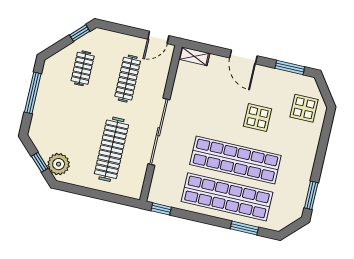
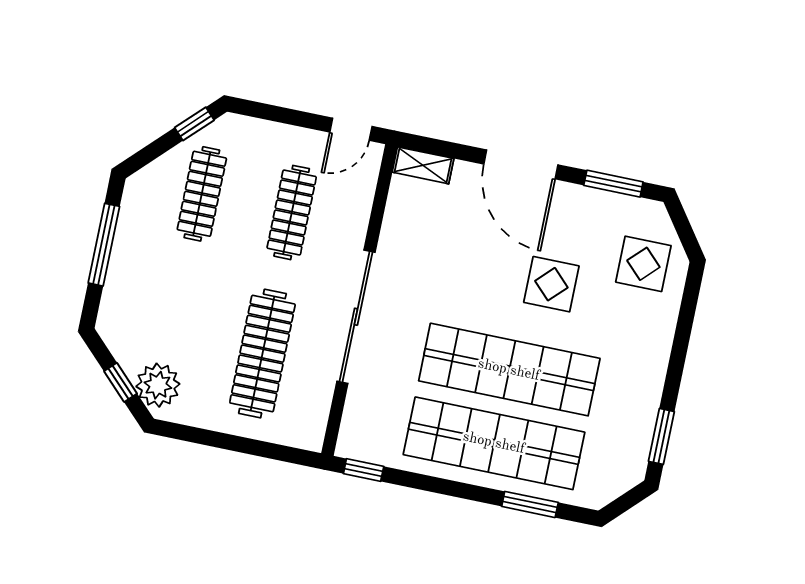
door: (243, 57) -> (521, 164), width x1.36
clothes rail: (83, 68) -> (202, 194), width x1.36

